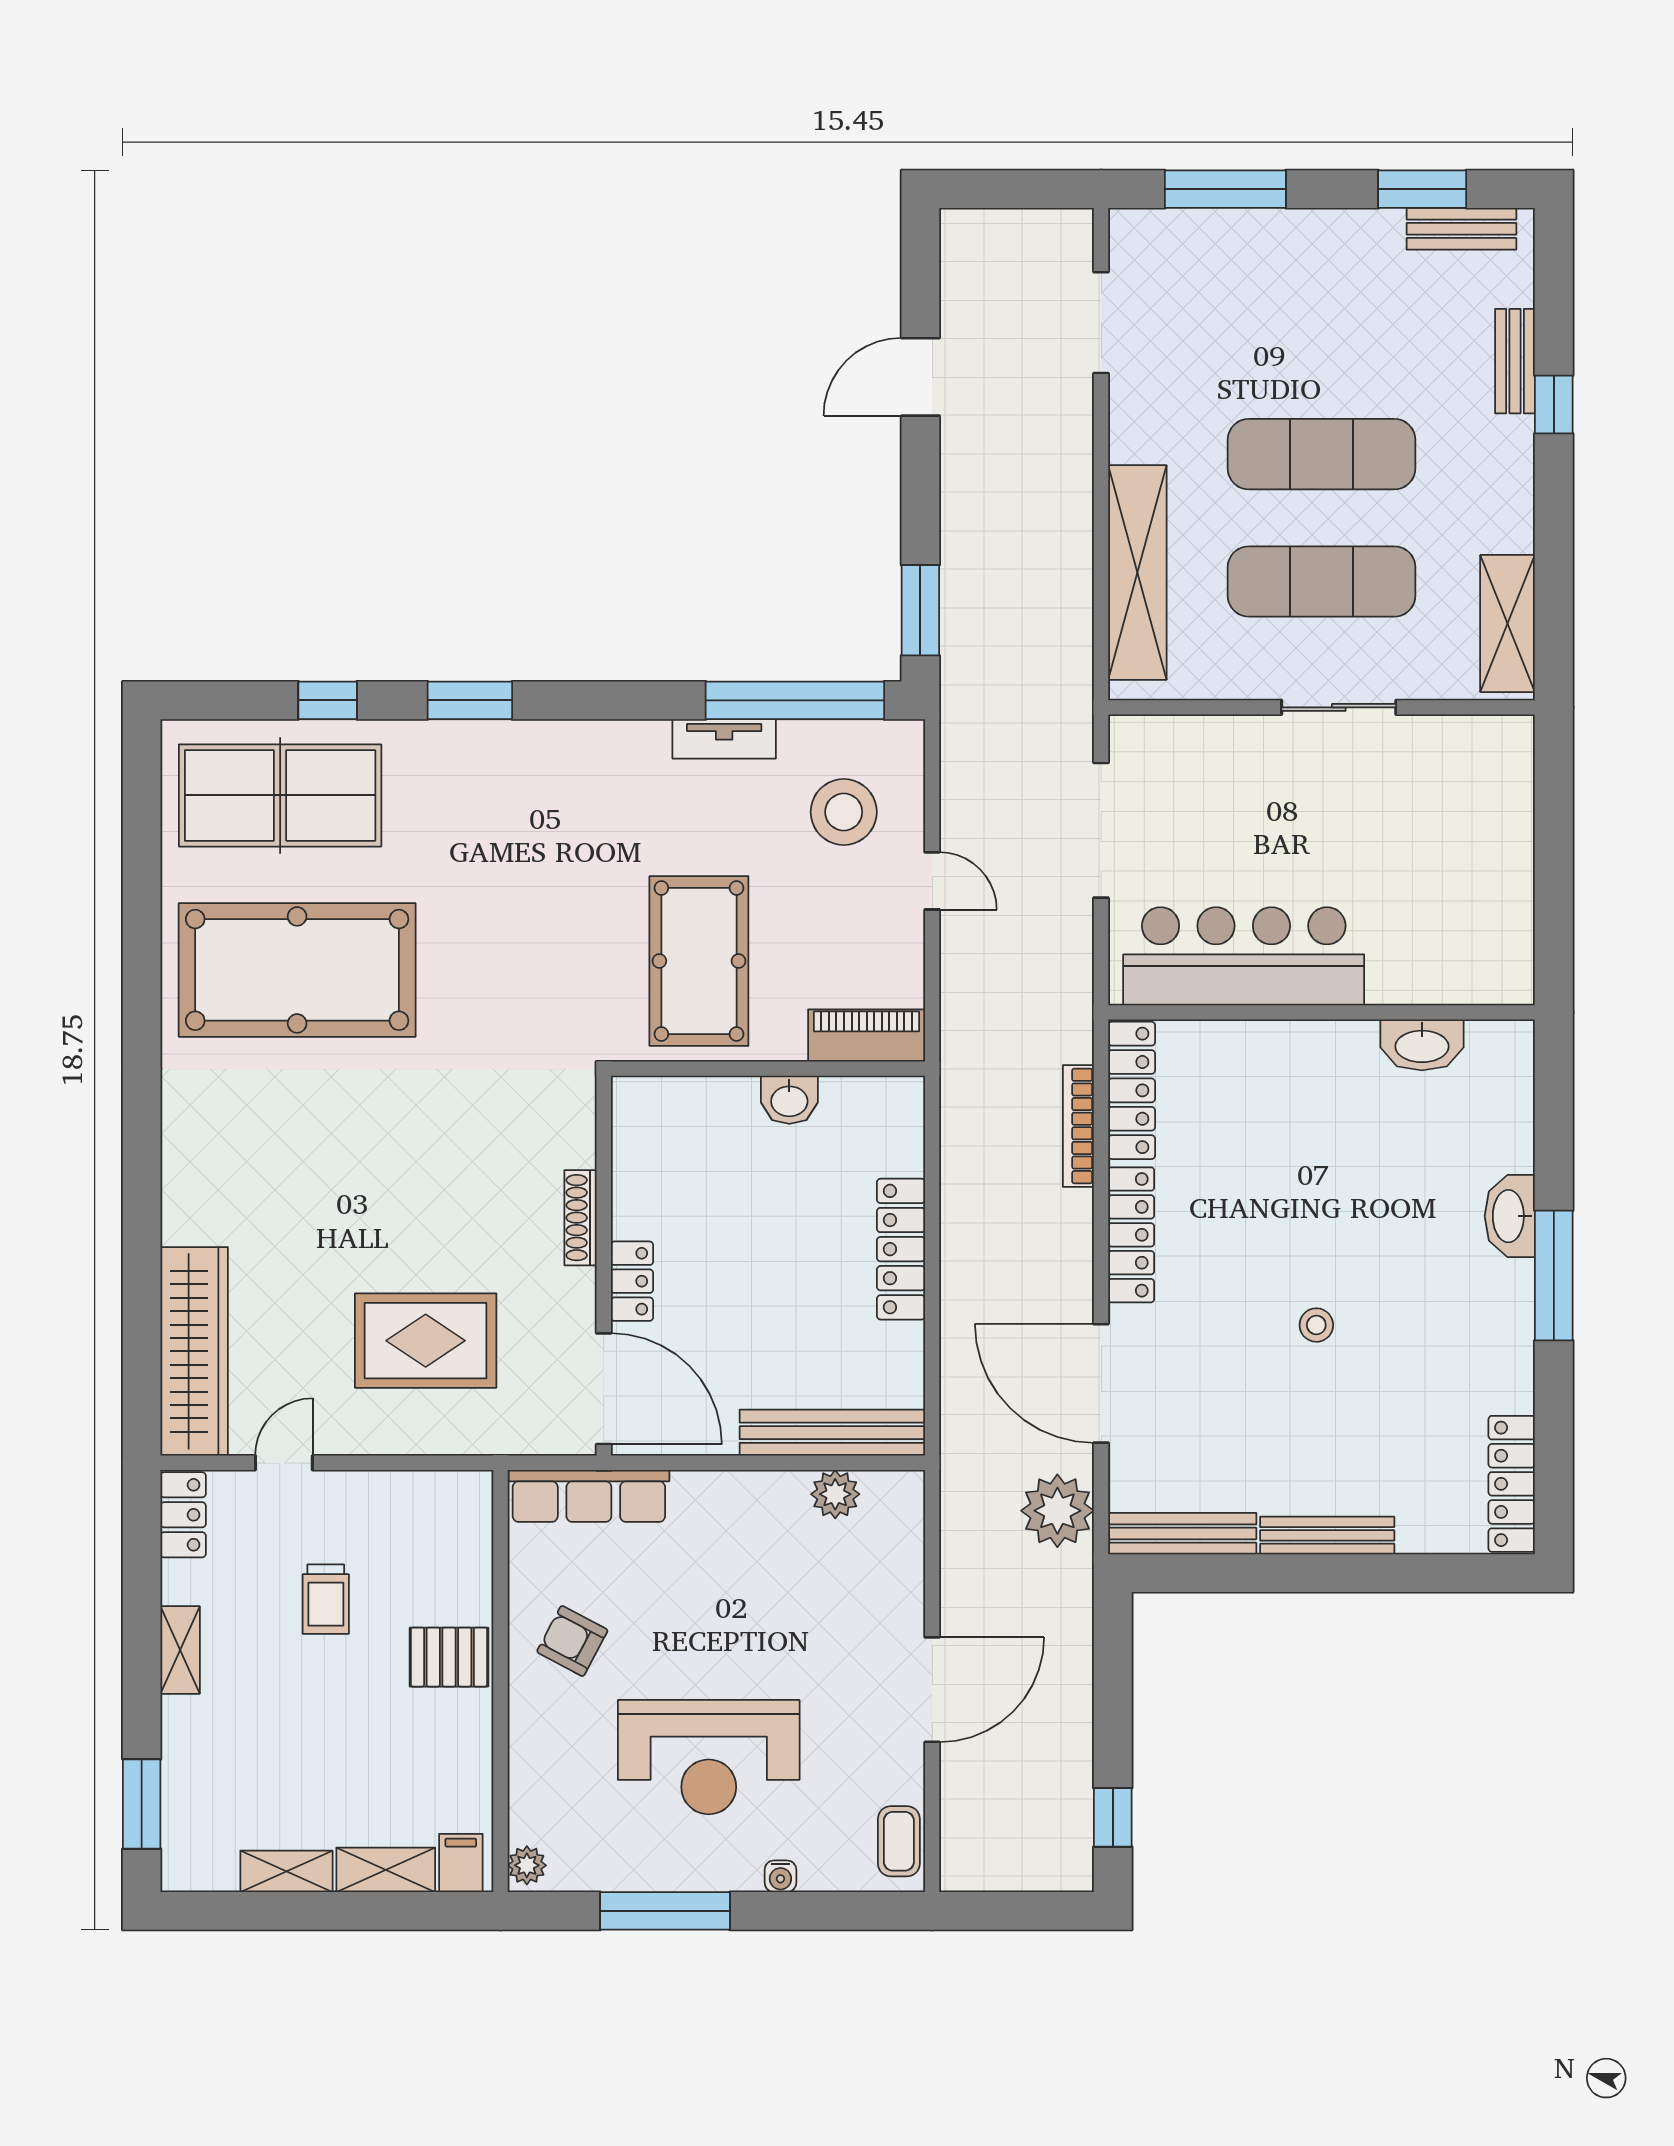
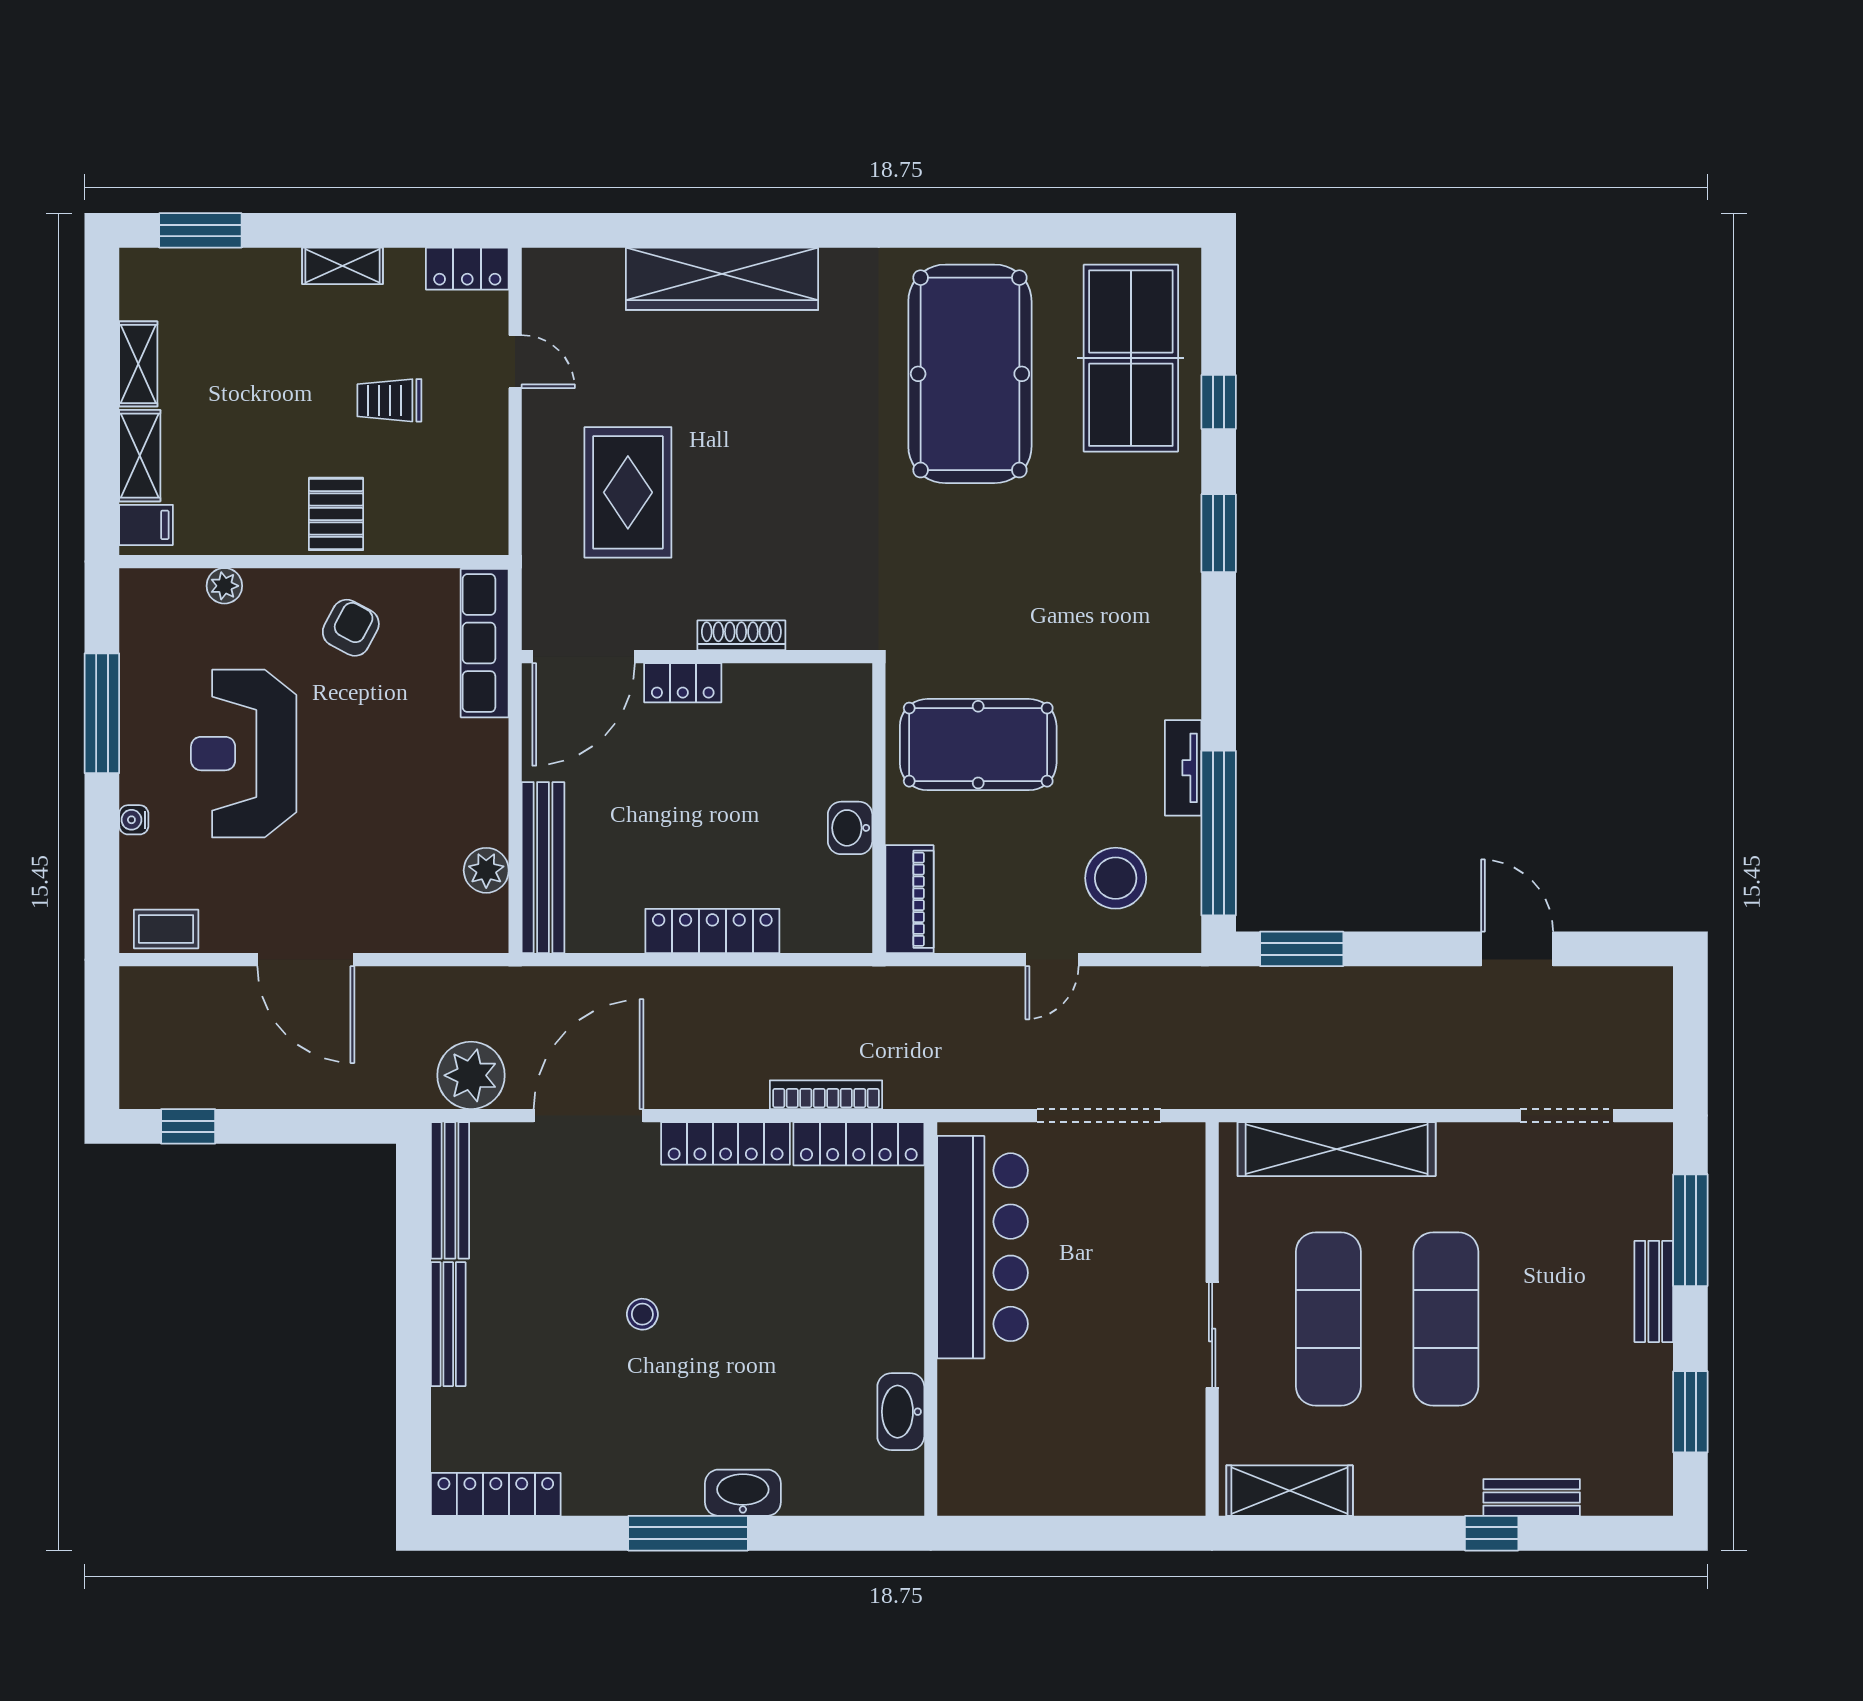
bench: (1461, 229) -> (1654, 1291), moved
wardrobe: (194, 1351) -> (722, 279), moved
plant: (527, 1865) -> (224, 586), moved

